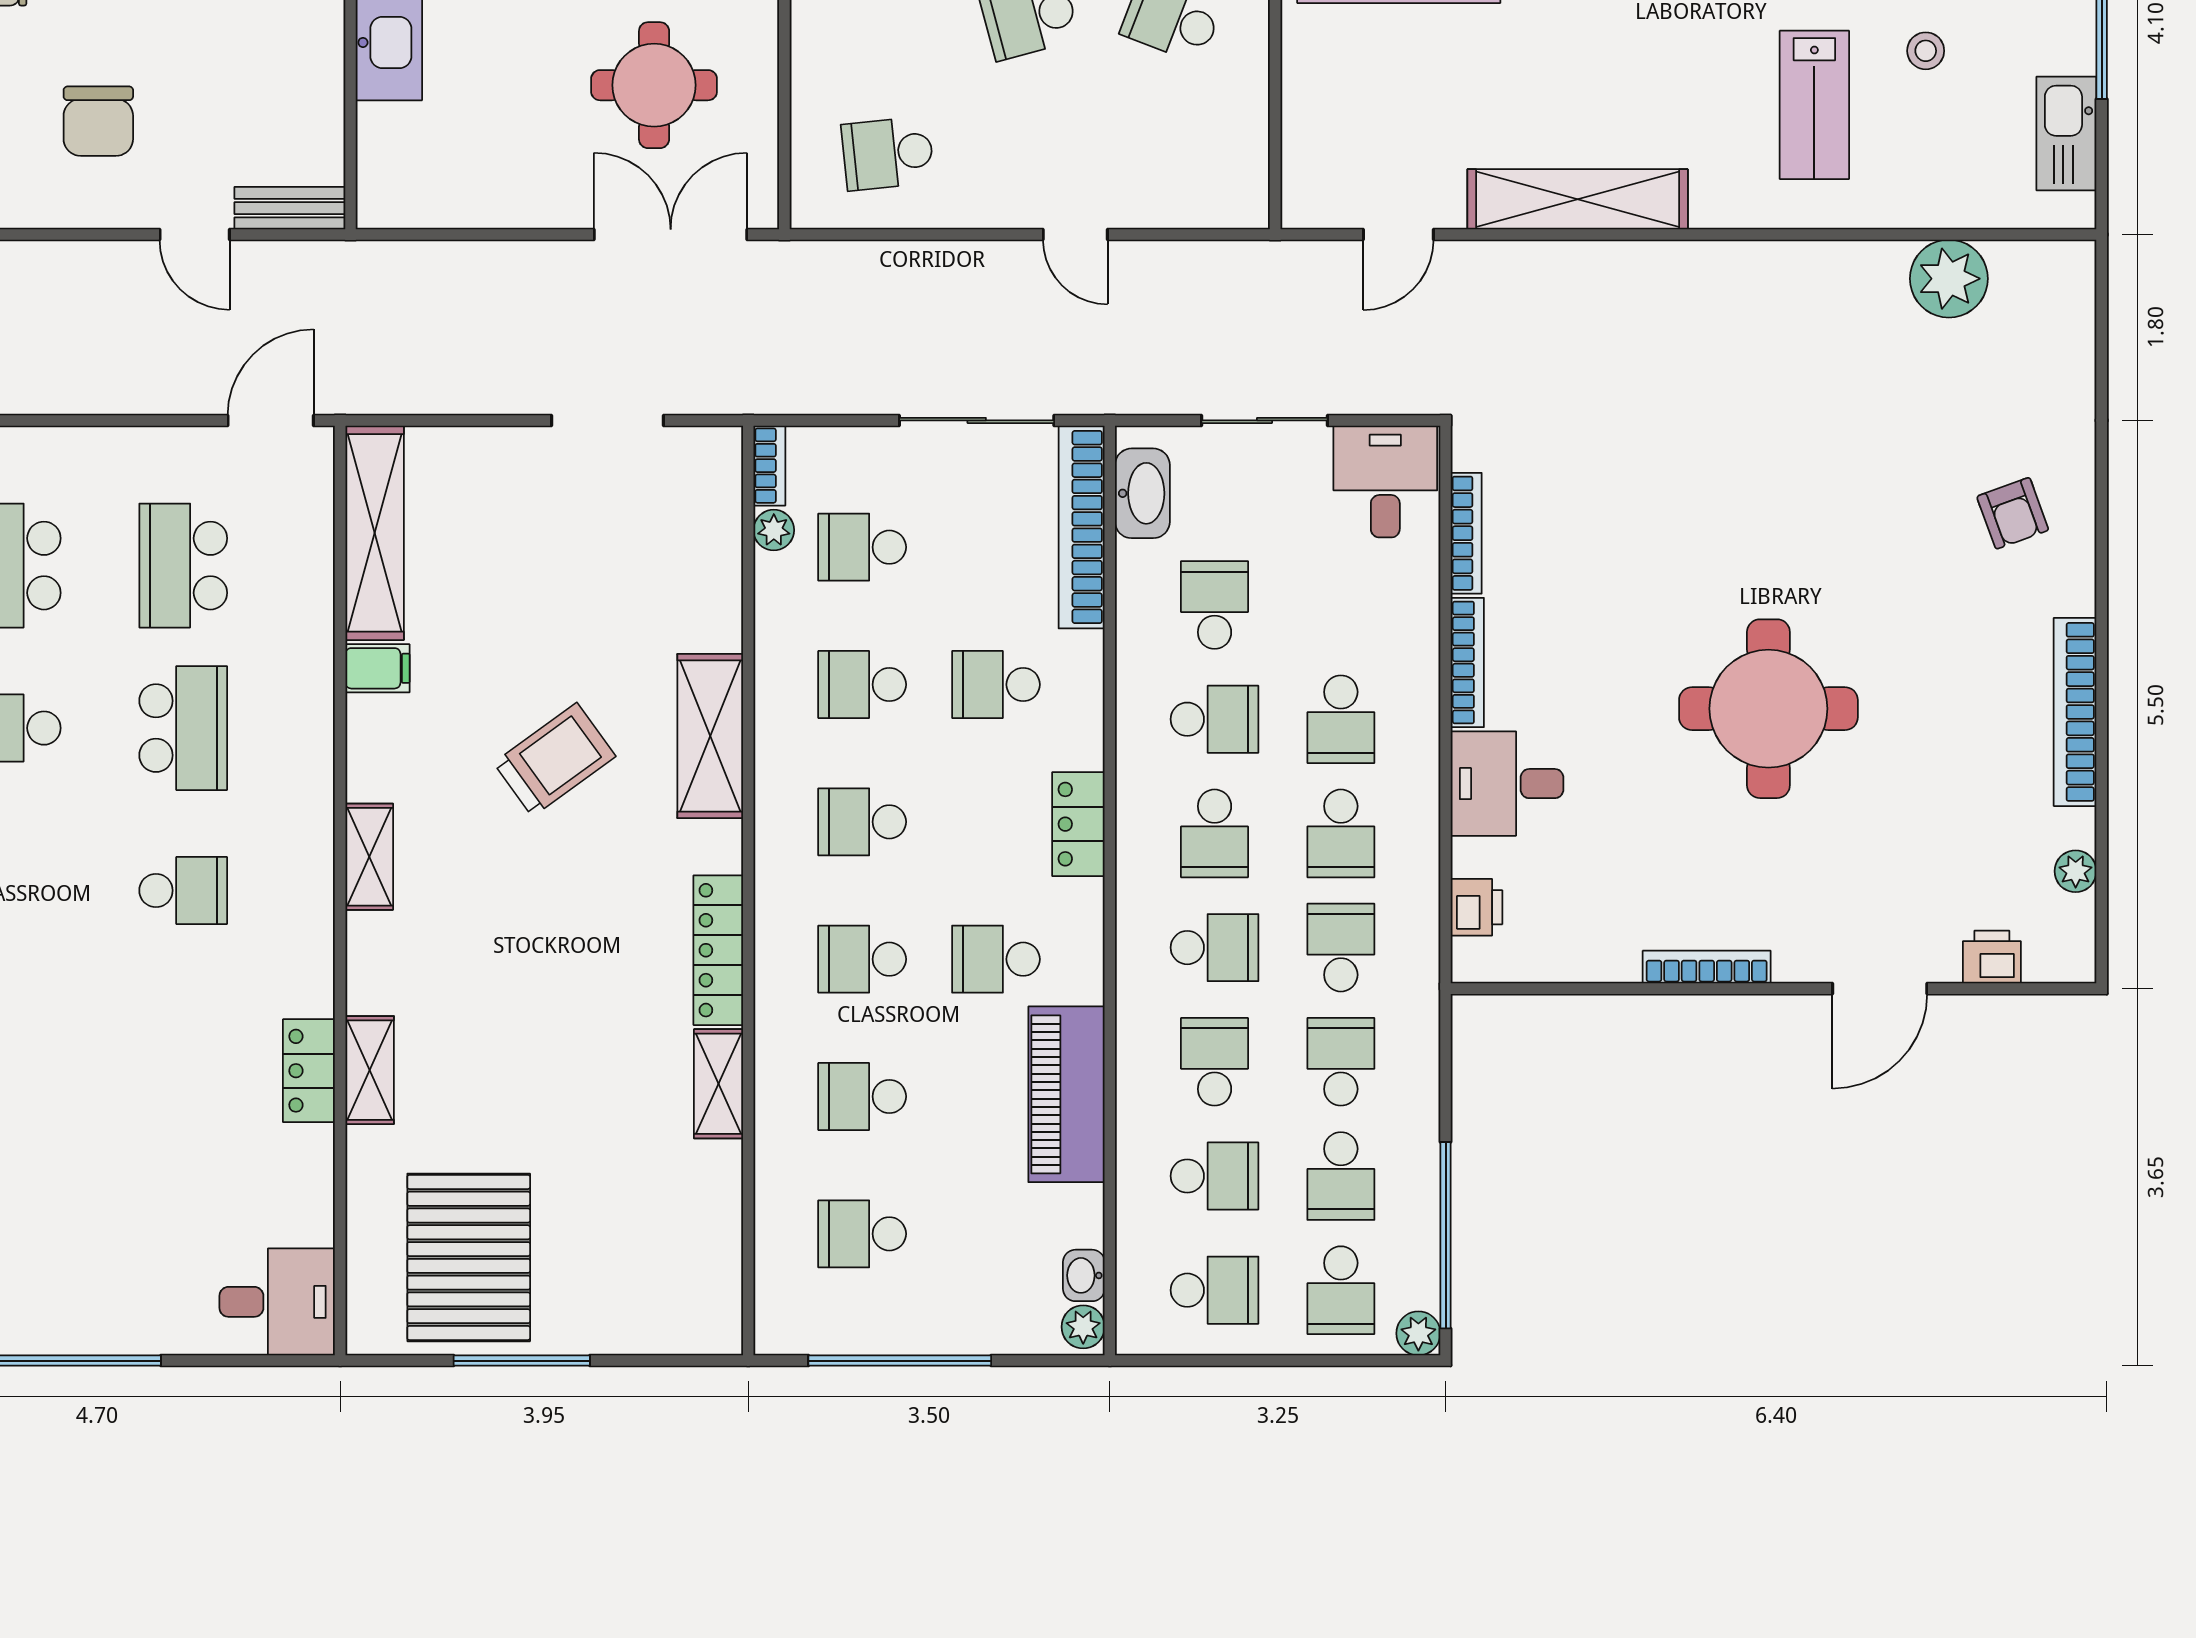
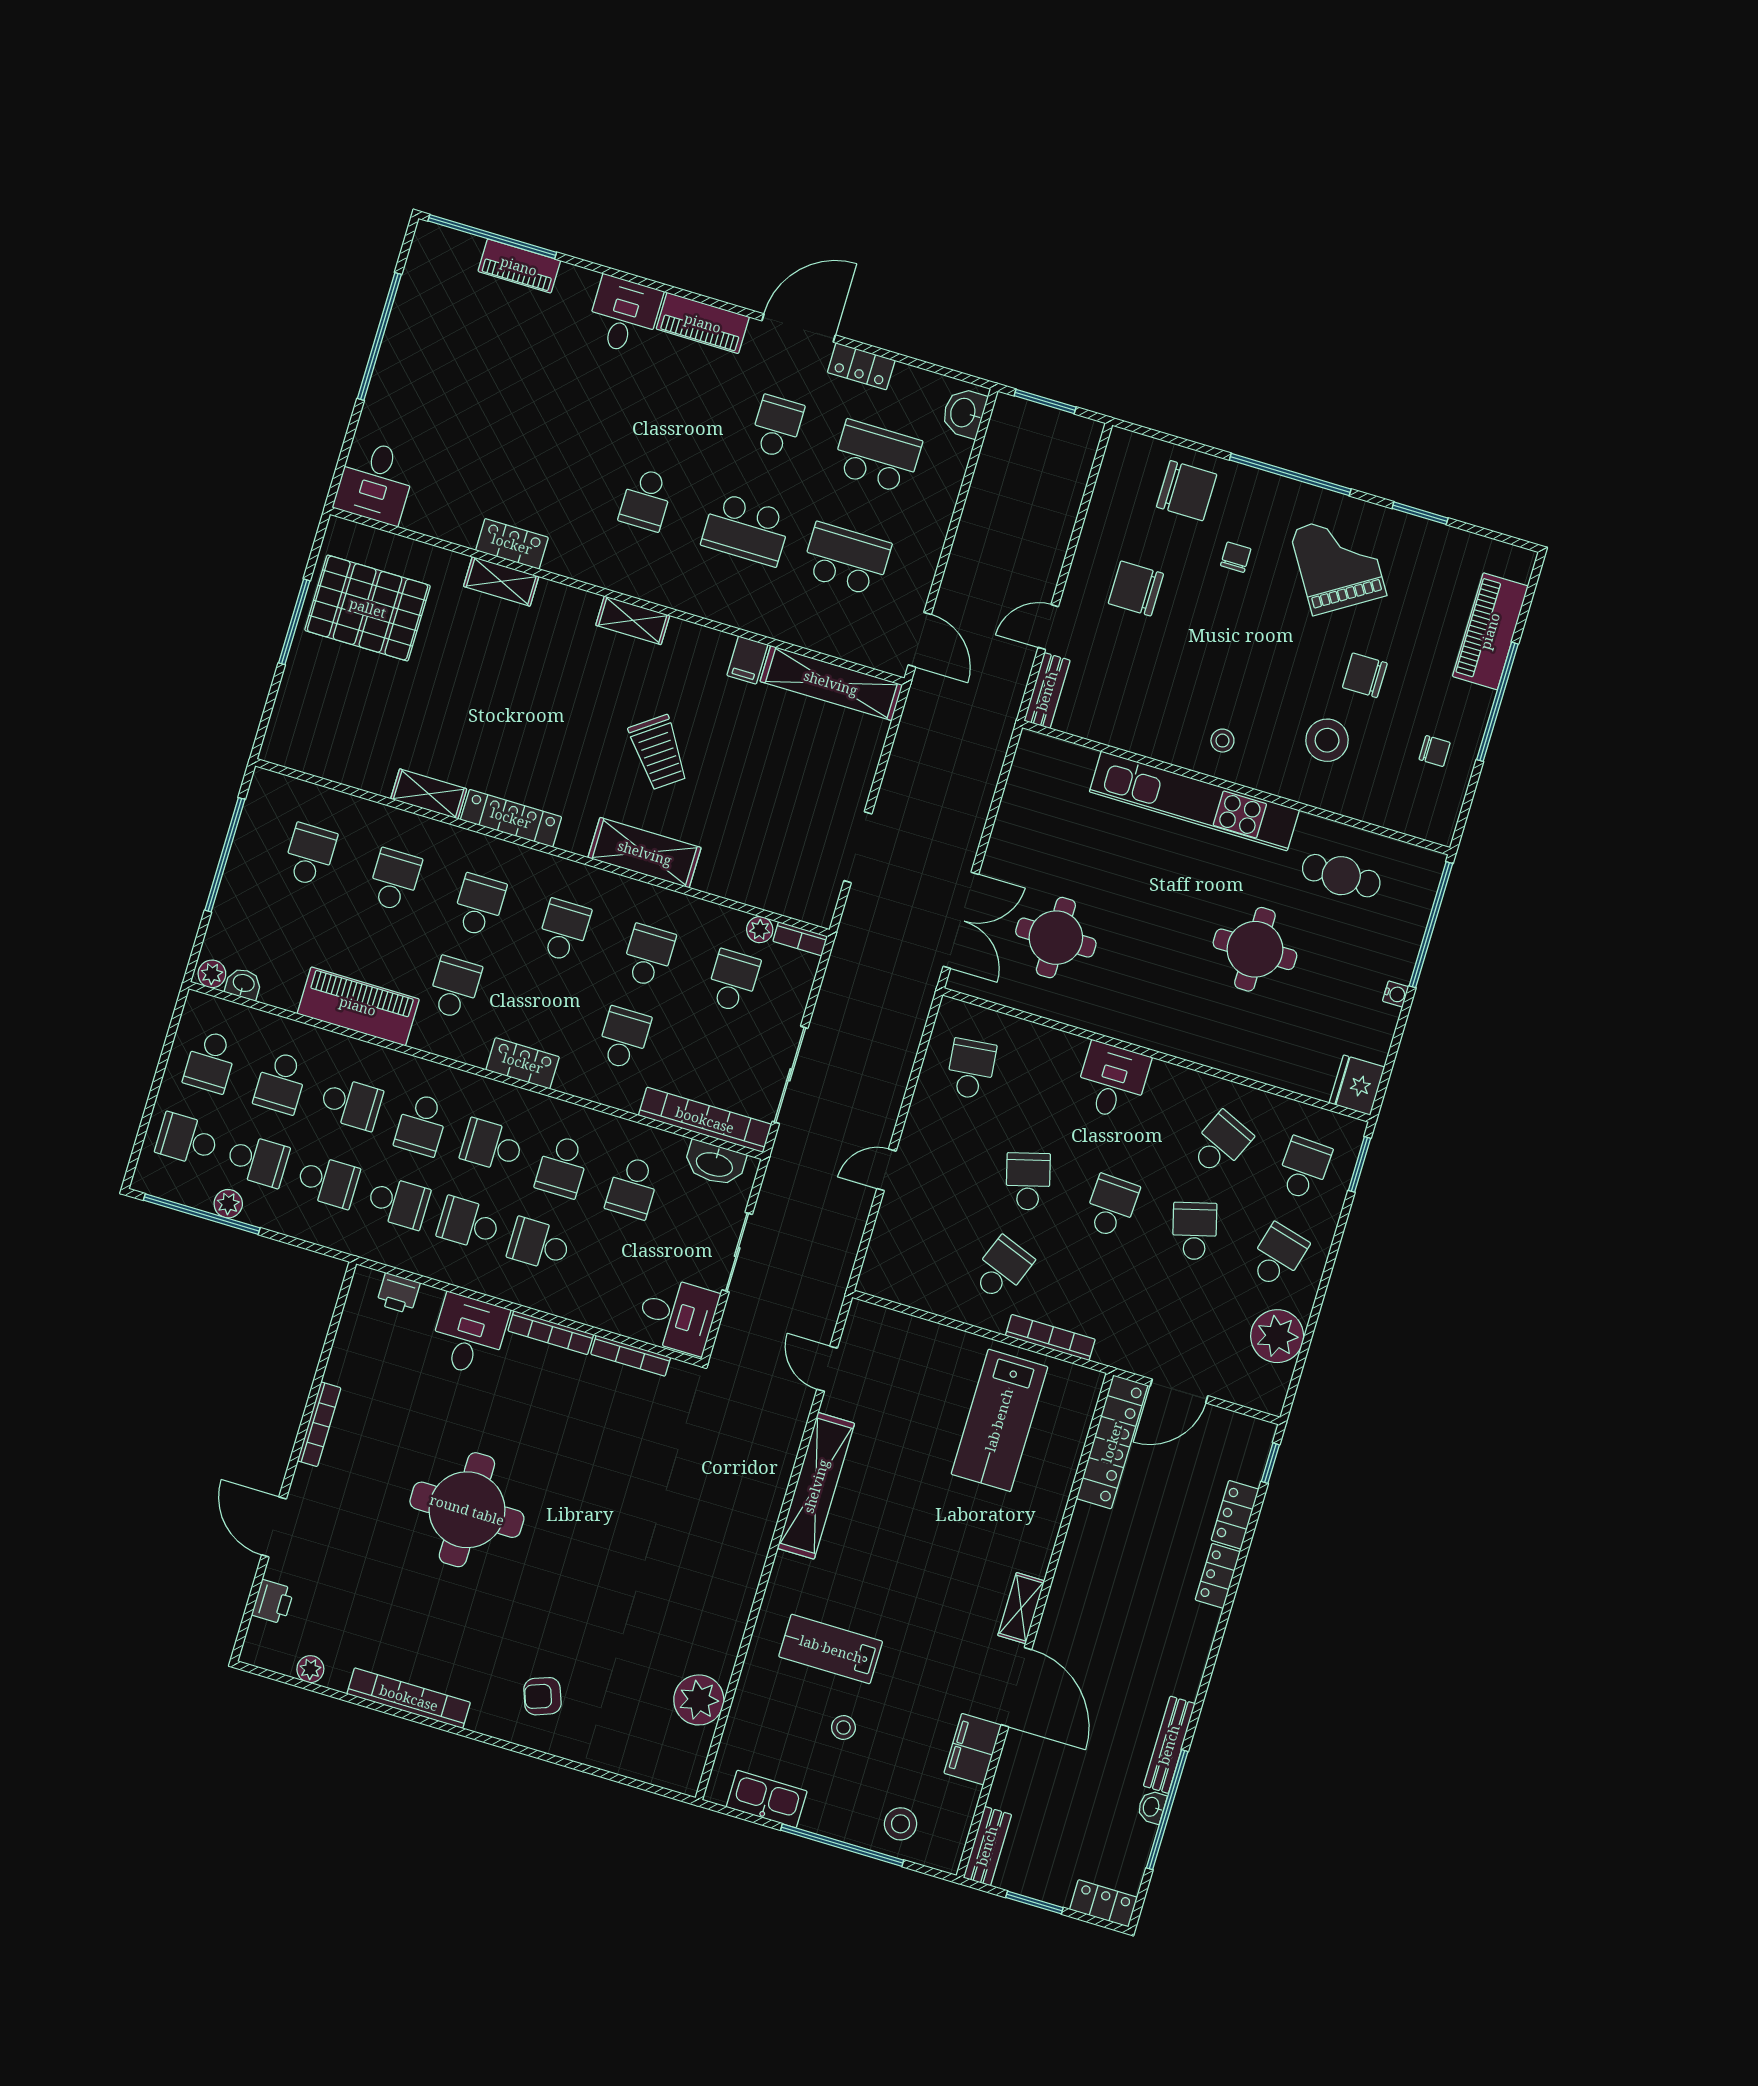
school desk: (1215, 605) -> (633, 1187), turned 90
school desk: (1341, 1176) -> (258, 1160), turned 180
plant: (1418, 1333) -> (228, 1204), moved

